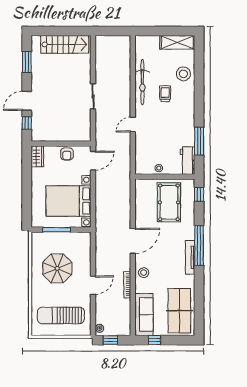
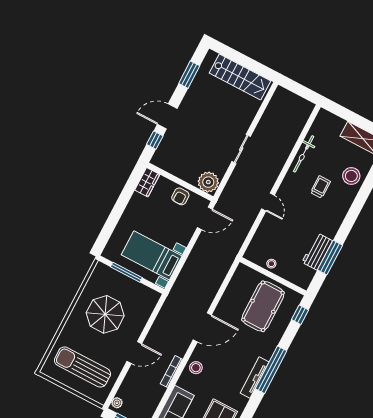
bicycle: (142, 82) -> (304, 154), width x0.73, depth x0.71
door: (133, 125) -> (268, 202), swing flipped
plant: (82, 133) -> (208, 182), added
workbench: (187, 161) -> (317, 252), moved
bed with nightstands: (69, 201) -> (152, 255), width x0.73

